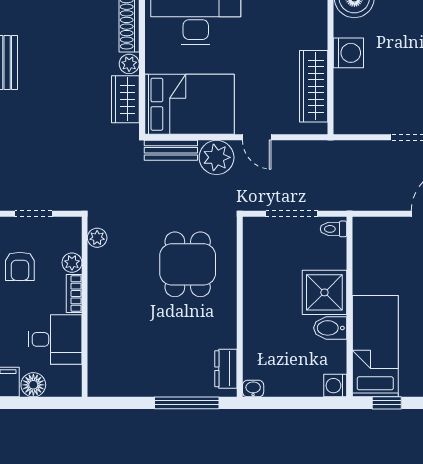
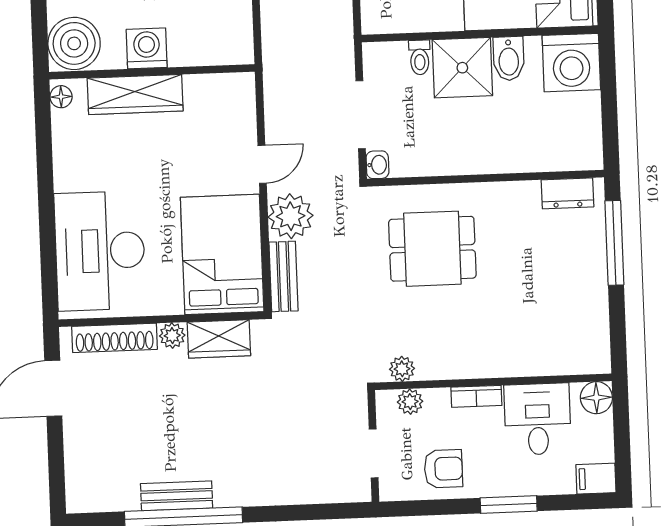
wardrobe: (314, 86) -> (135, 94), moved
toilet: (334, 229) -> (420, 57), moved
plant: (72, 263) -> (410, 402), moved
floor lamp: (33, 385) -> (596, 398), moved
washing machine: (335, 386) -> (571, 63), width x1.89, depth x1.89
washbasin: (253, 389) -> (377, 165), moved, turned 180

